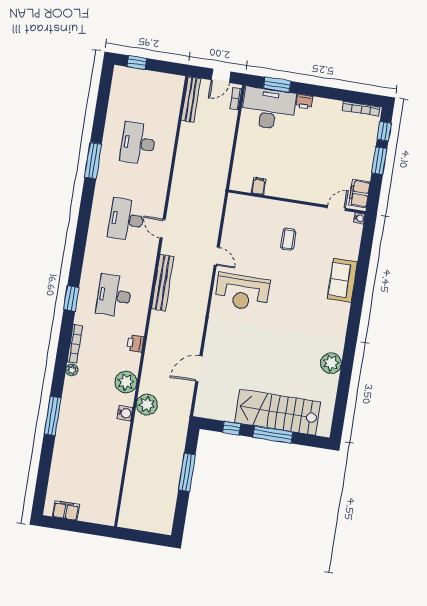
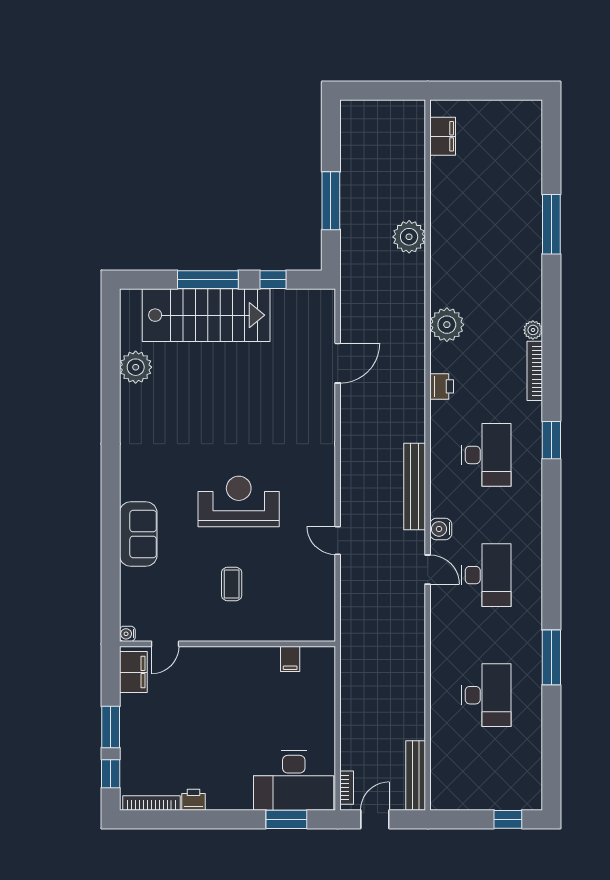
printer: (304, 102) -> (193, 800), moved
reception desk: (242, 292) -> (239, 502), moved
plant: (331, 363) -> (136, 367), moved
plant: (147, 405) -> (409, 237), moved
water cooler: (125, 413) -> (441, 529), moved
window: (53, 416) -> (551, 224), moved
filing cabinet: (66, 510) -> (443, 136), moved, turned -90

